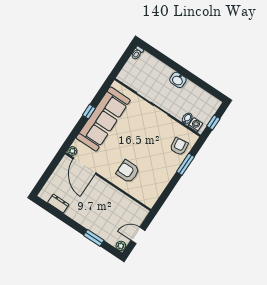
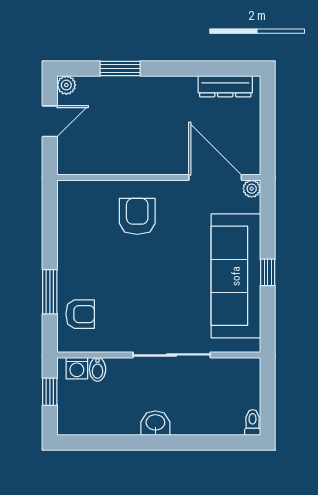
armchair: (179, 146) -> (80, 314), turned -83
armchair: (128, 171) -> (137, 216), turned -90
dresser: (58, 203) -> (225, 86), width x1.44

